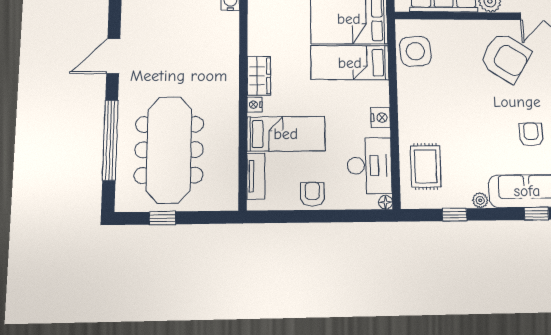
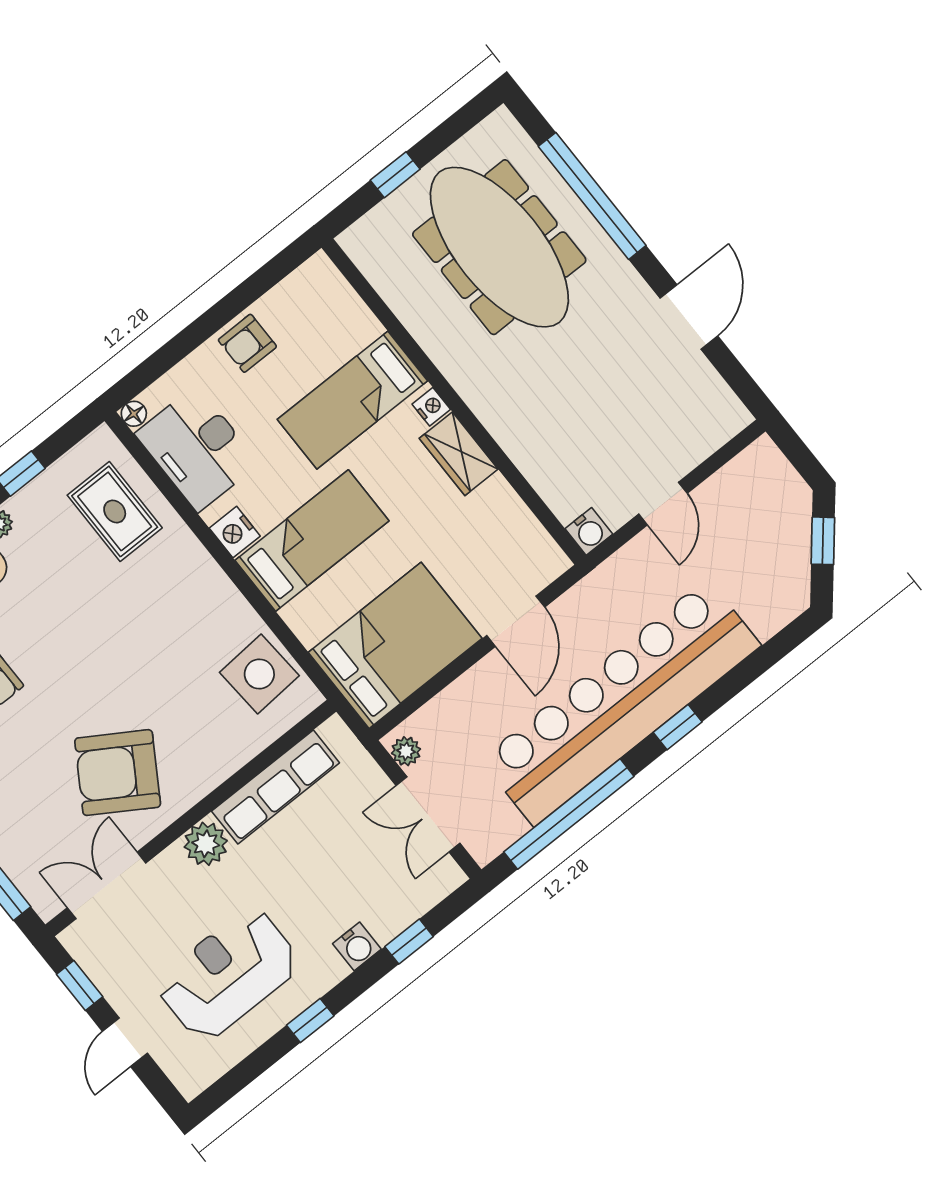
bed: (350, 63) -> (312, 541), moved
tv unit: (256, 176) -> (348, 306), removed
armchair: (312, 194) -> (247, 343), turned 90
window: (162, 218) -> (395, 175), moved

